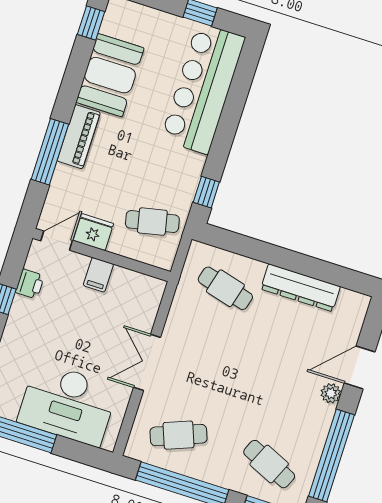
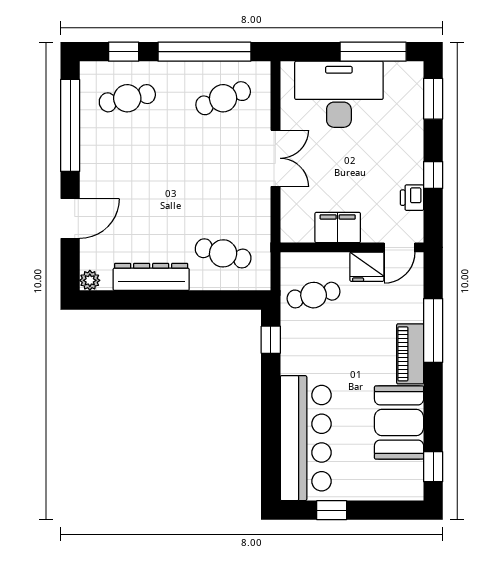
filing cabinet: (98, 275) -> (338, 228), width x2.00
plant: (331, 393) -> (90, 280), moved
cafe table: (269, 464) -> (127, 98), turned -36

